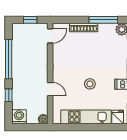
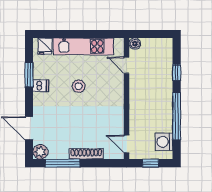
door: (50, 36) -> (127, 144), hinge flipped
door: (50, 89) -> (127, 65), moved
washing machine: (19, 117) -> (164, 142), moved, turned 90

